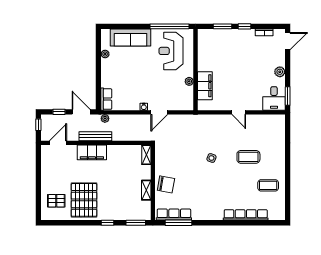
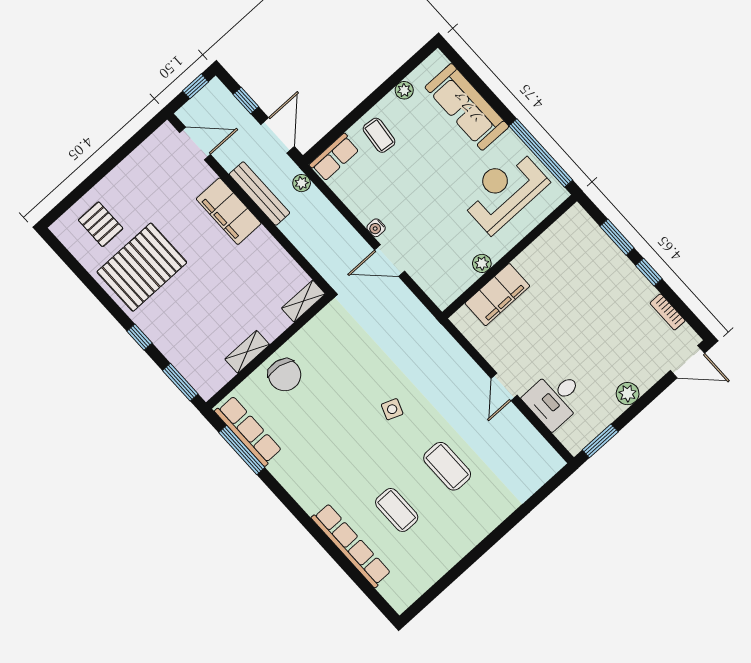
coffee table: (113, 77) -> (379, 135), added
desk: (274, 98) -> (555, 399), moved
coffee table: (268, 185) -> (397, 510), moved

